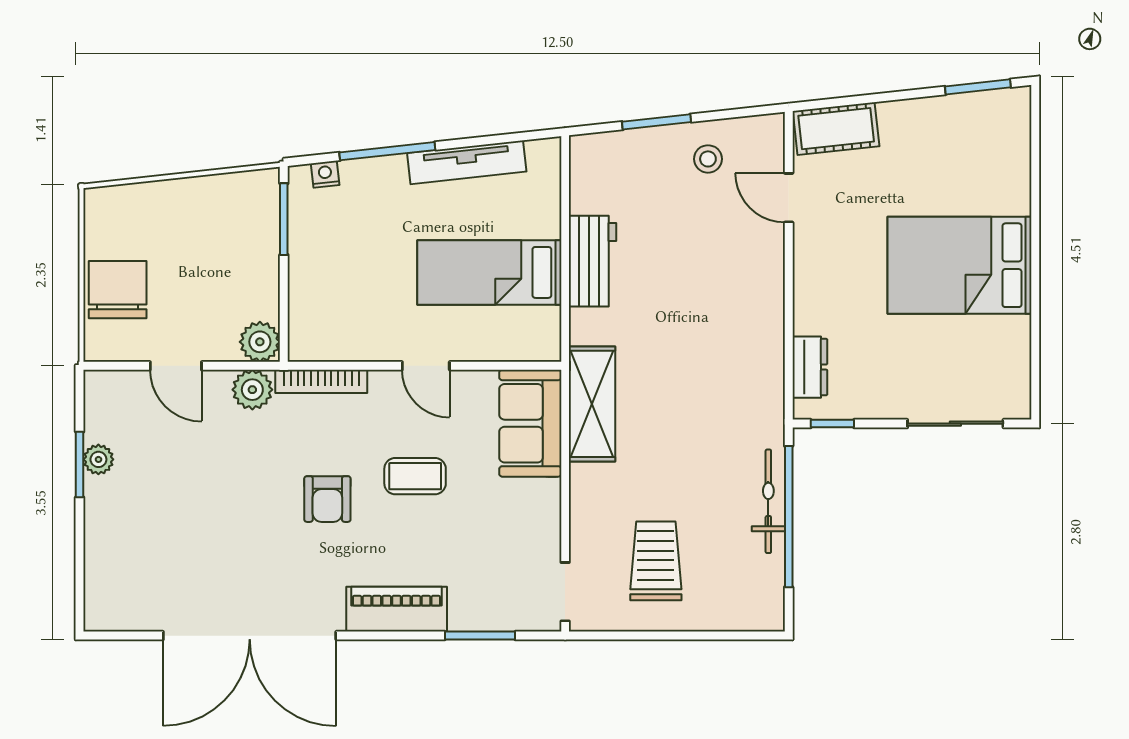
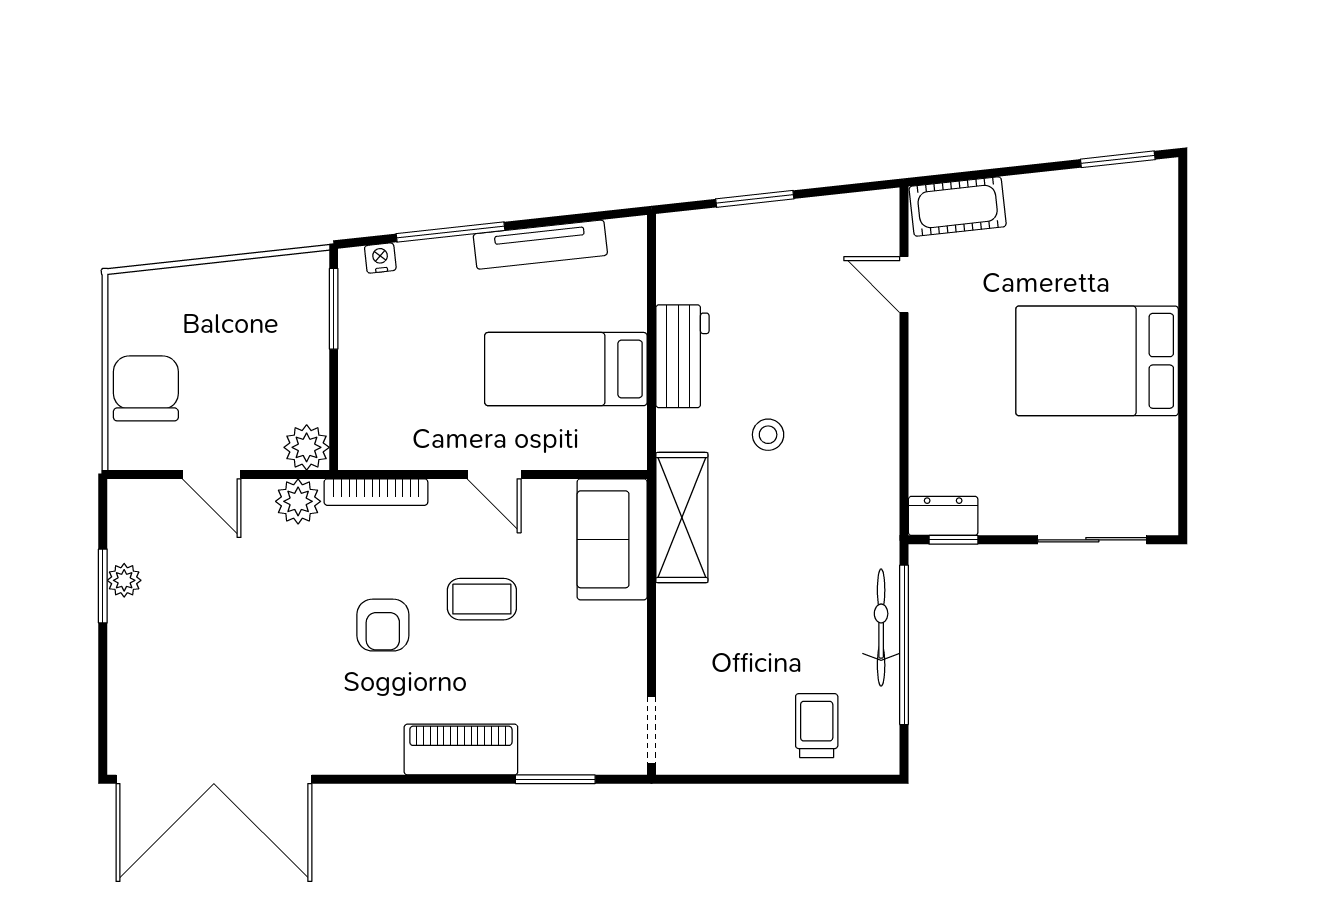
stool: (708, 159) -> (768, 435), moved
dresser: (810, 367) -> (943, 516), moved, turned -90
trolley: (656, 561) -> (817, 726), moved, width x0.73, depth x0.72
double door: (250, 636) -> (214, 779), moved

